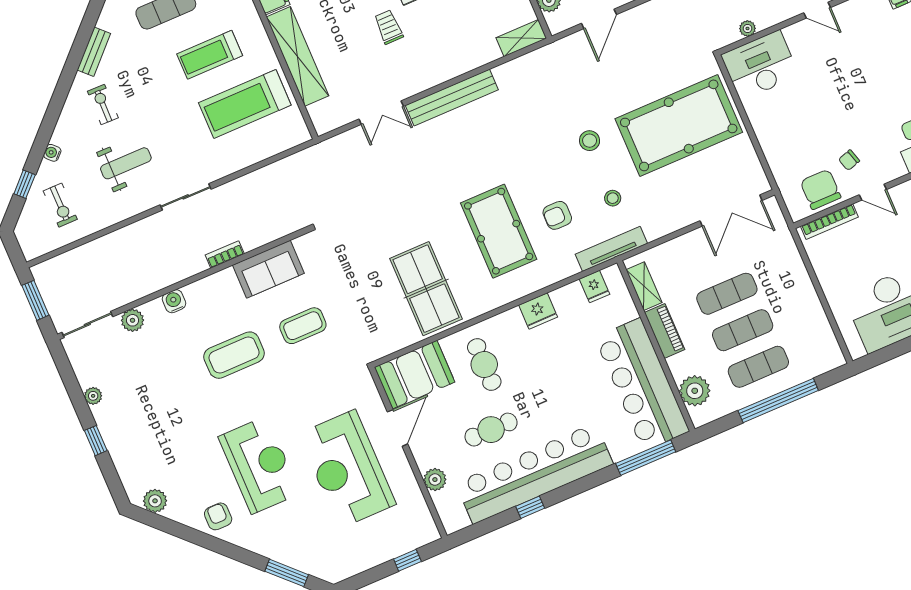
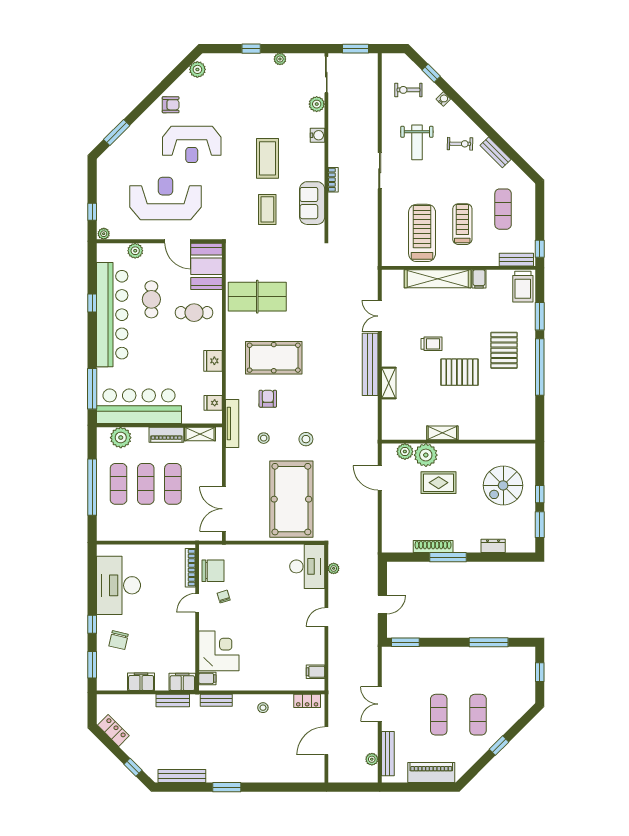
shelving: (521, 38) -> (389, 383), moved
plant: (430, 532) -> (104, 234), added

